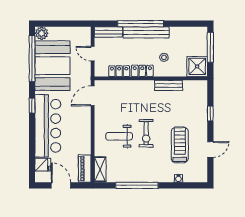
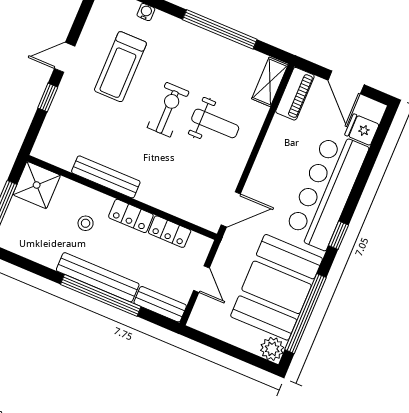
bench: (169, 85) -> (106, 177), width x1.36
door: (210, 149) -> (65, 57), moved

